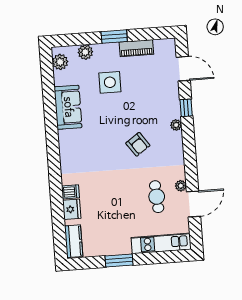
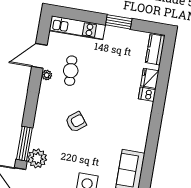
window: (186, 108) -> (24, 144), width x2.17
plant: (176, 125) -> (37, 158), moved, width x1.87, depth x1.87
armchair: (138, 144) -> (76, 122), turned 87

